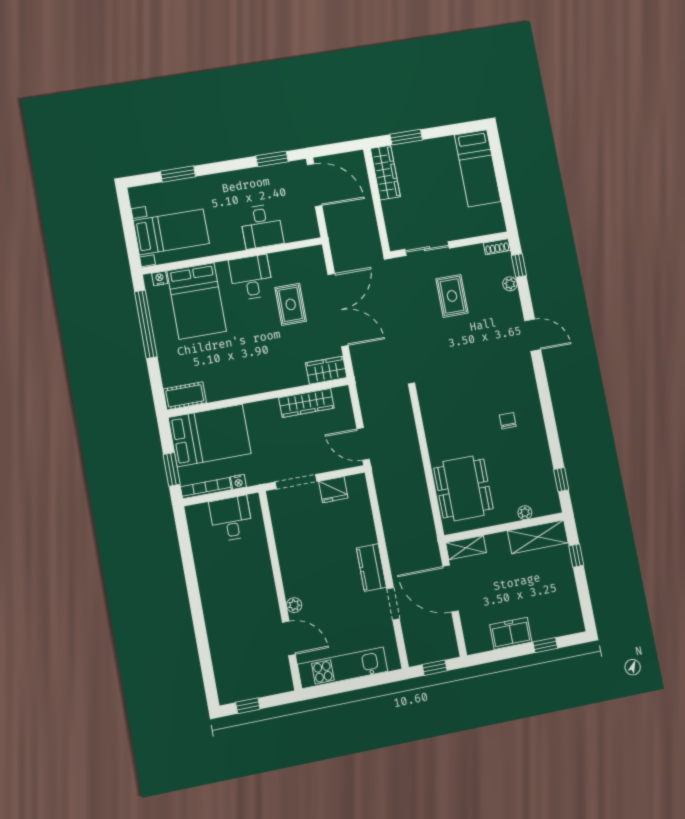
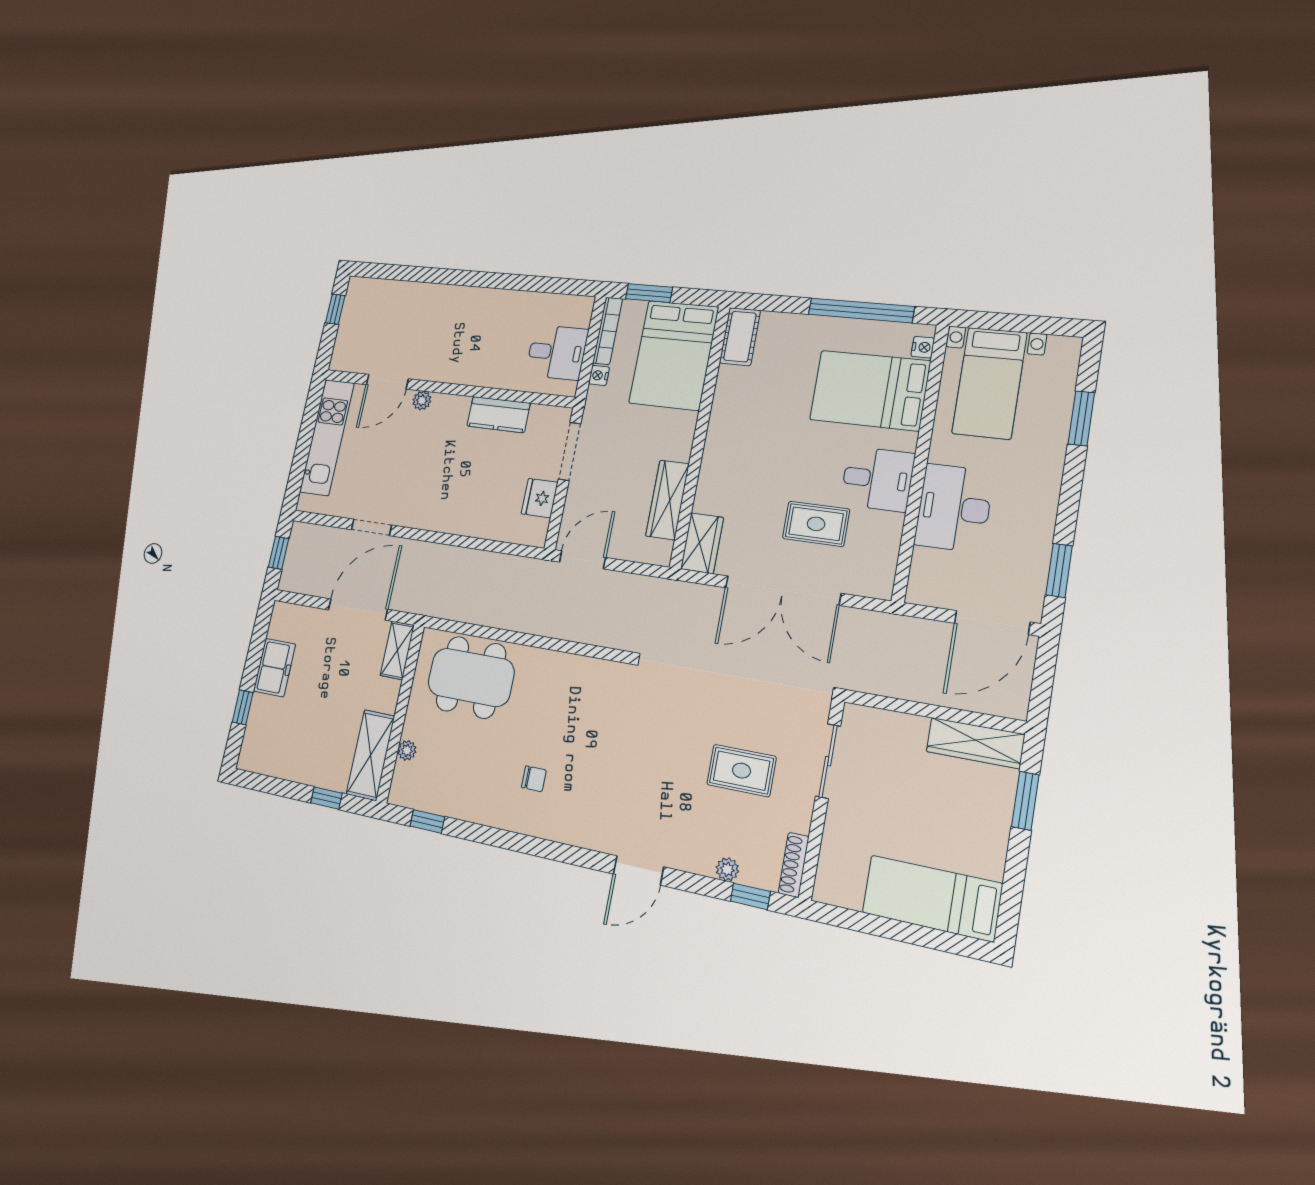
desk: (262, 226) -> (954, 508), width x1.37
shoe rack: (497, 247) -> (794, 865), width x1.43
kitchen counter: (371, 568) -> (498, 415), moved, turned 180

